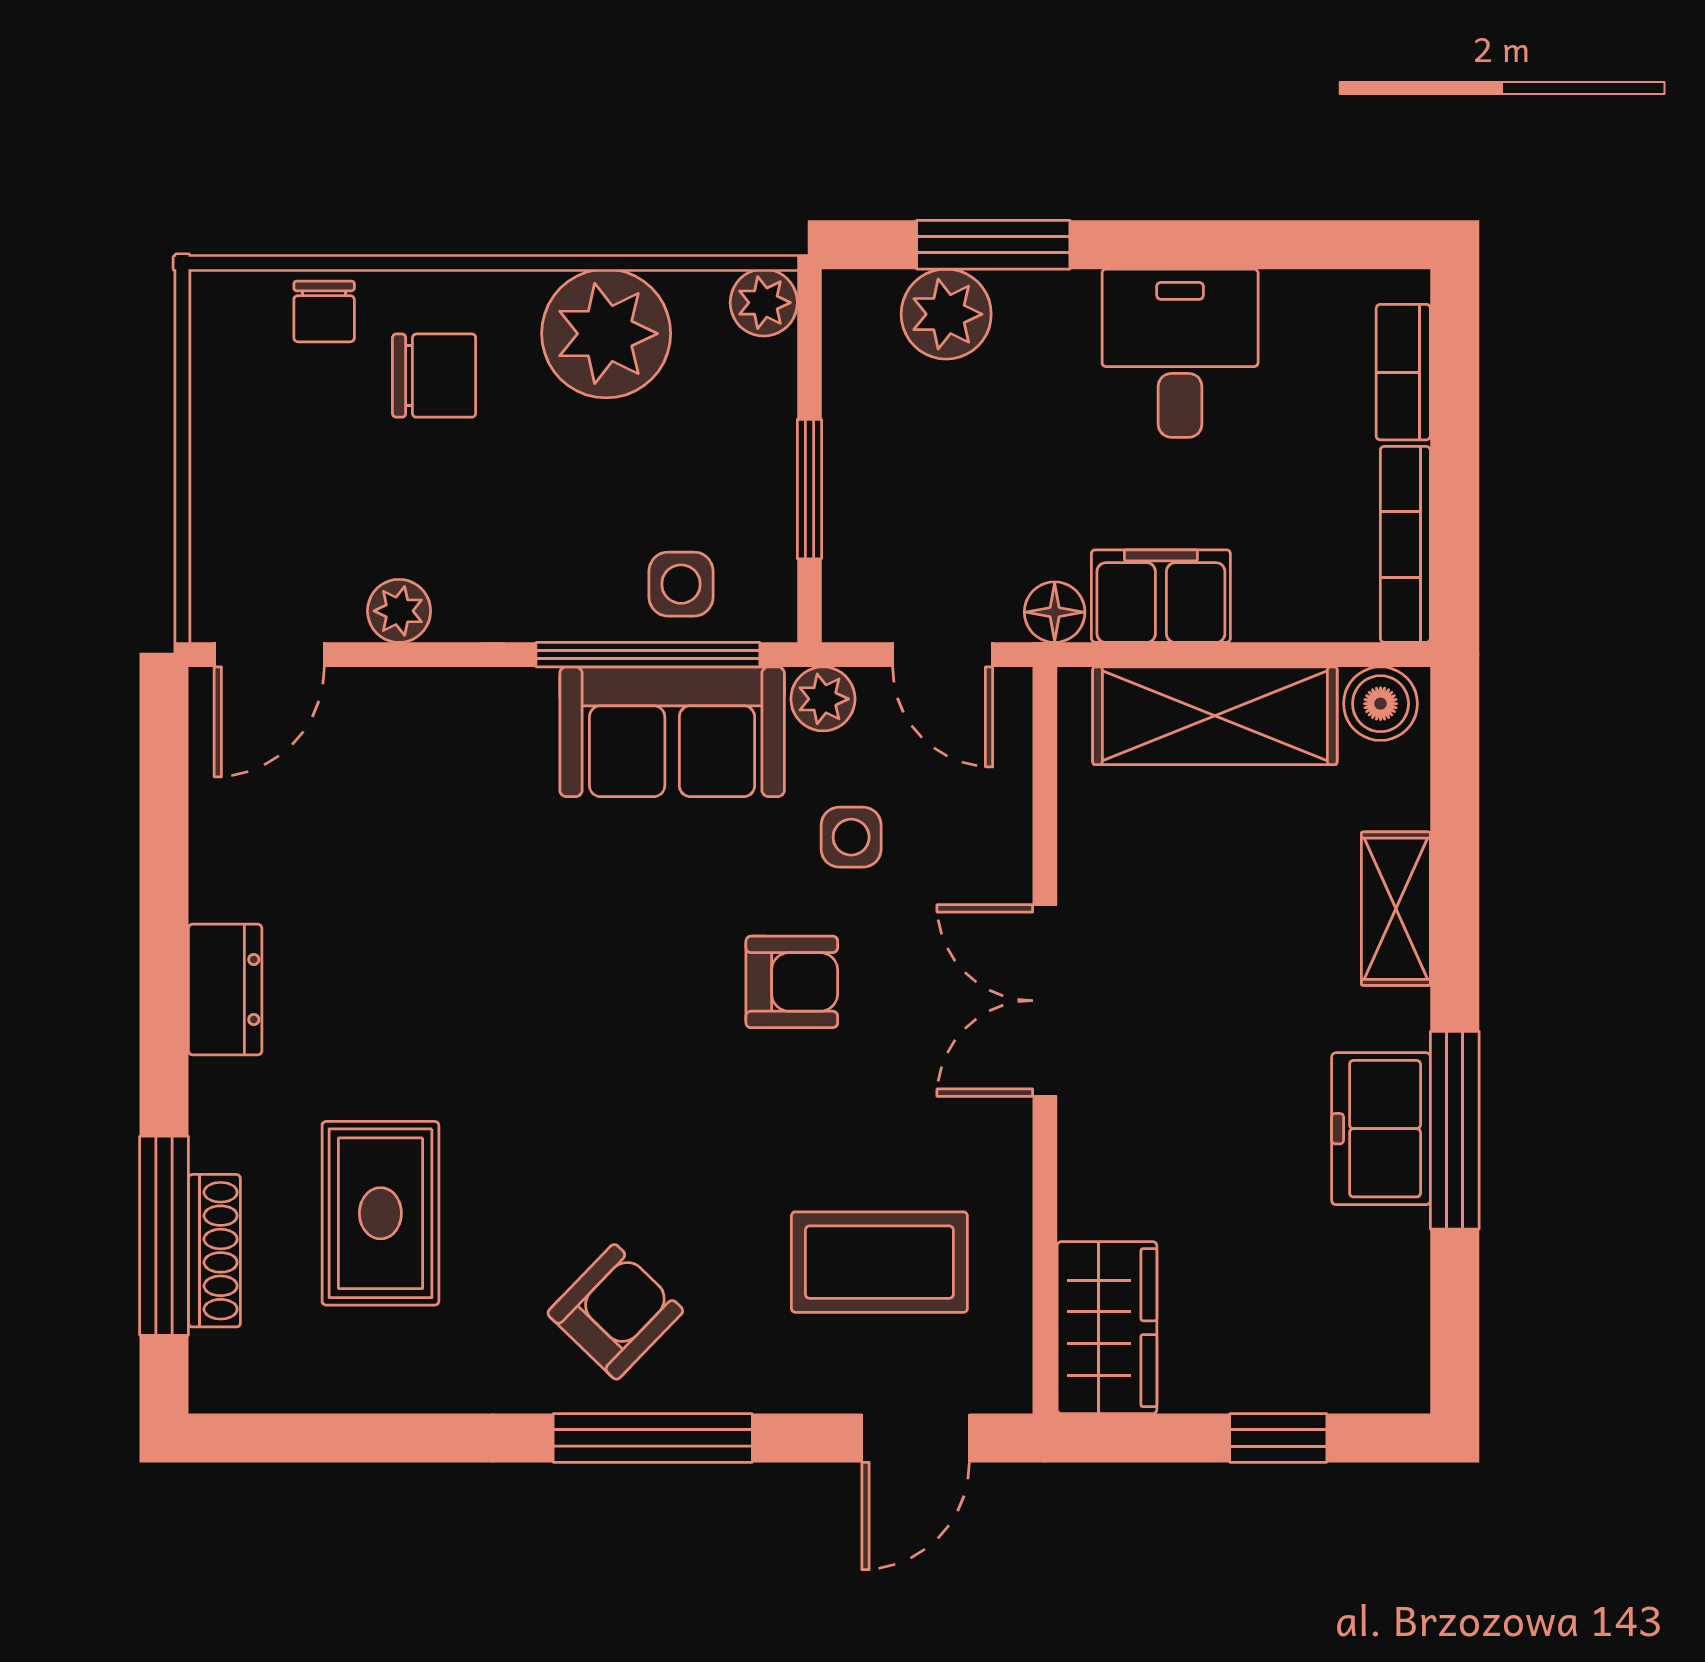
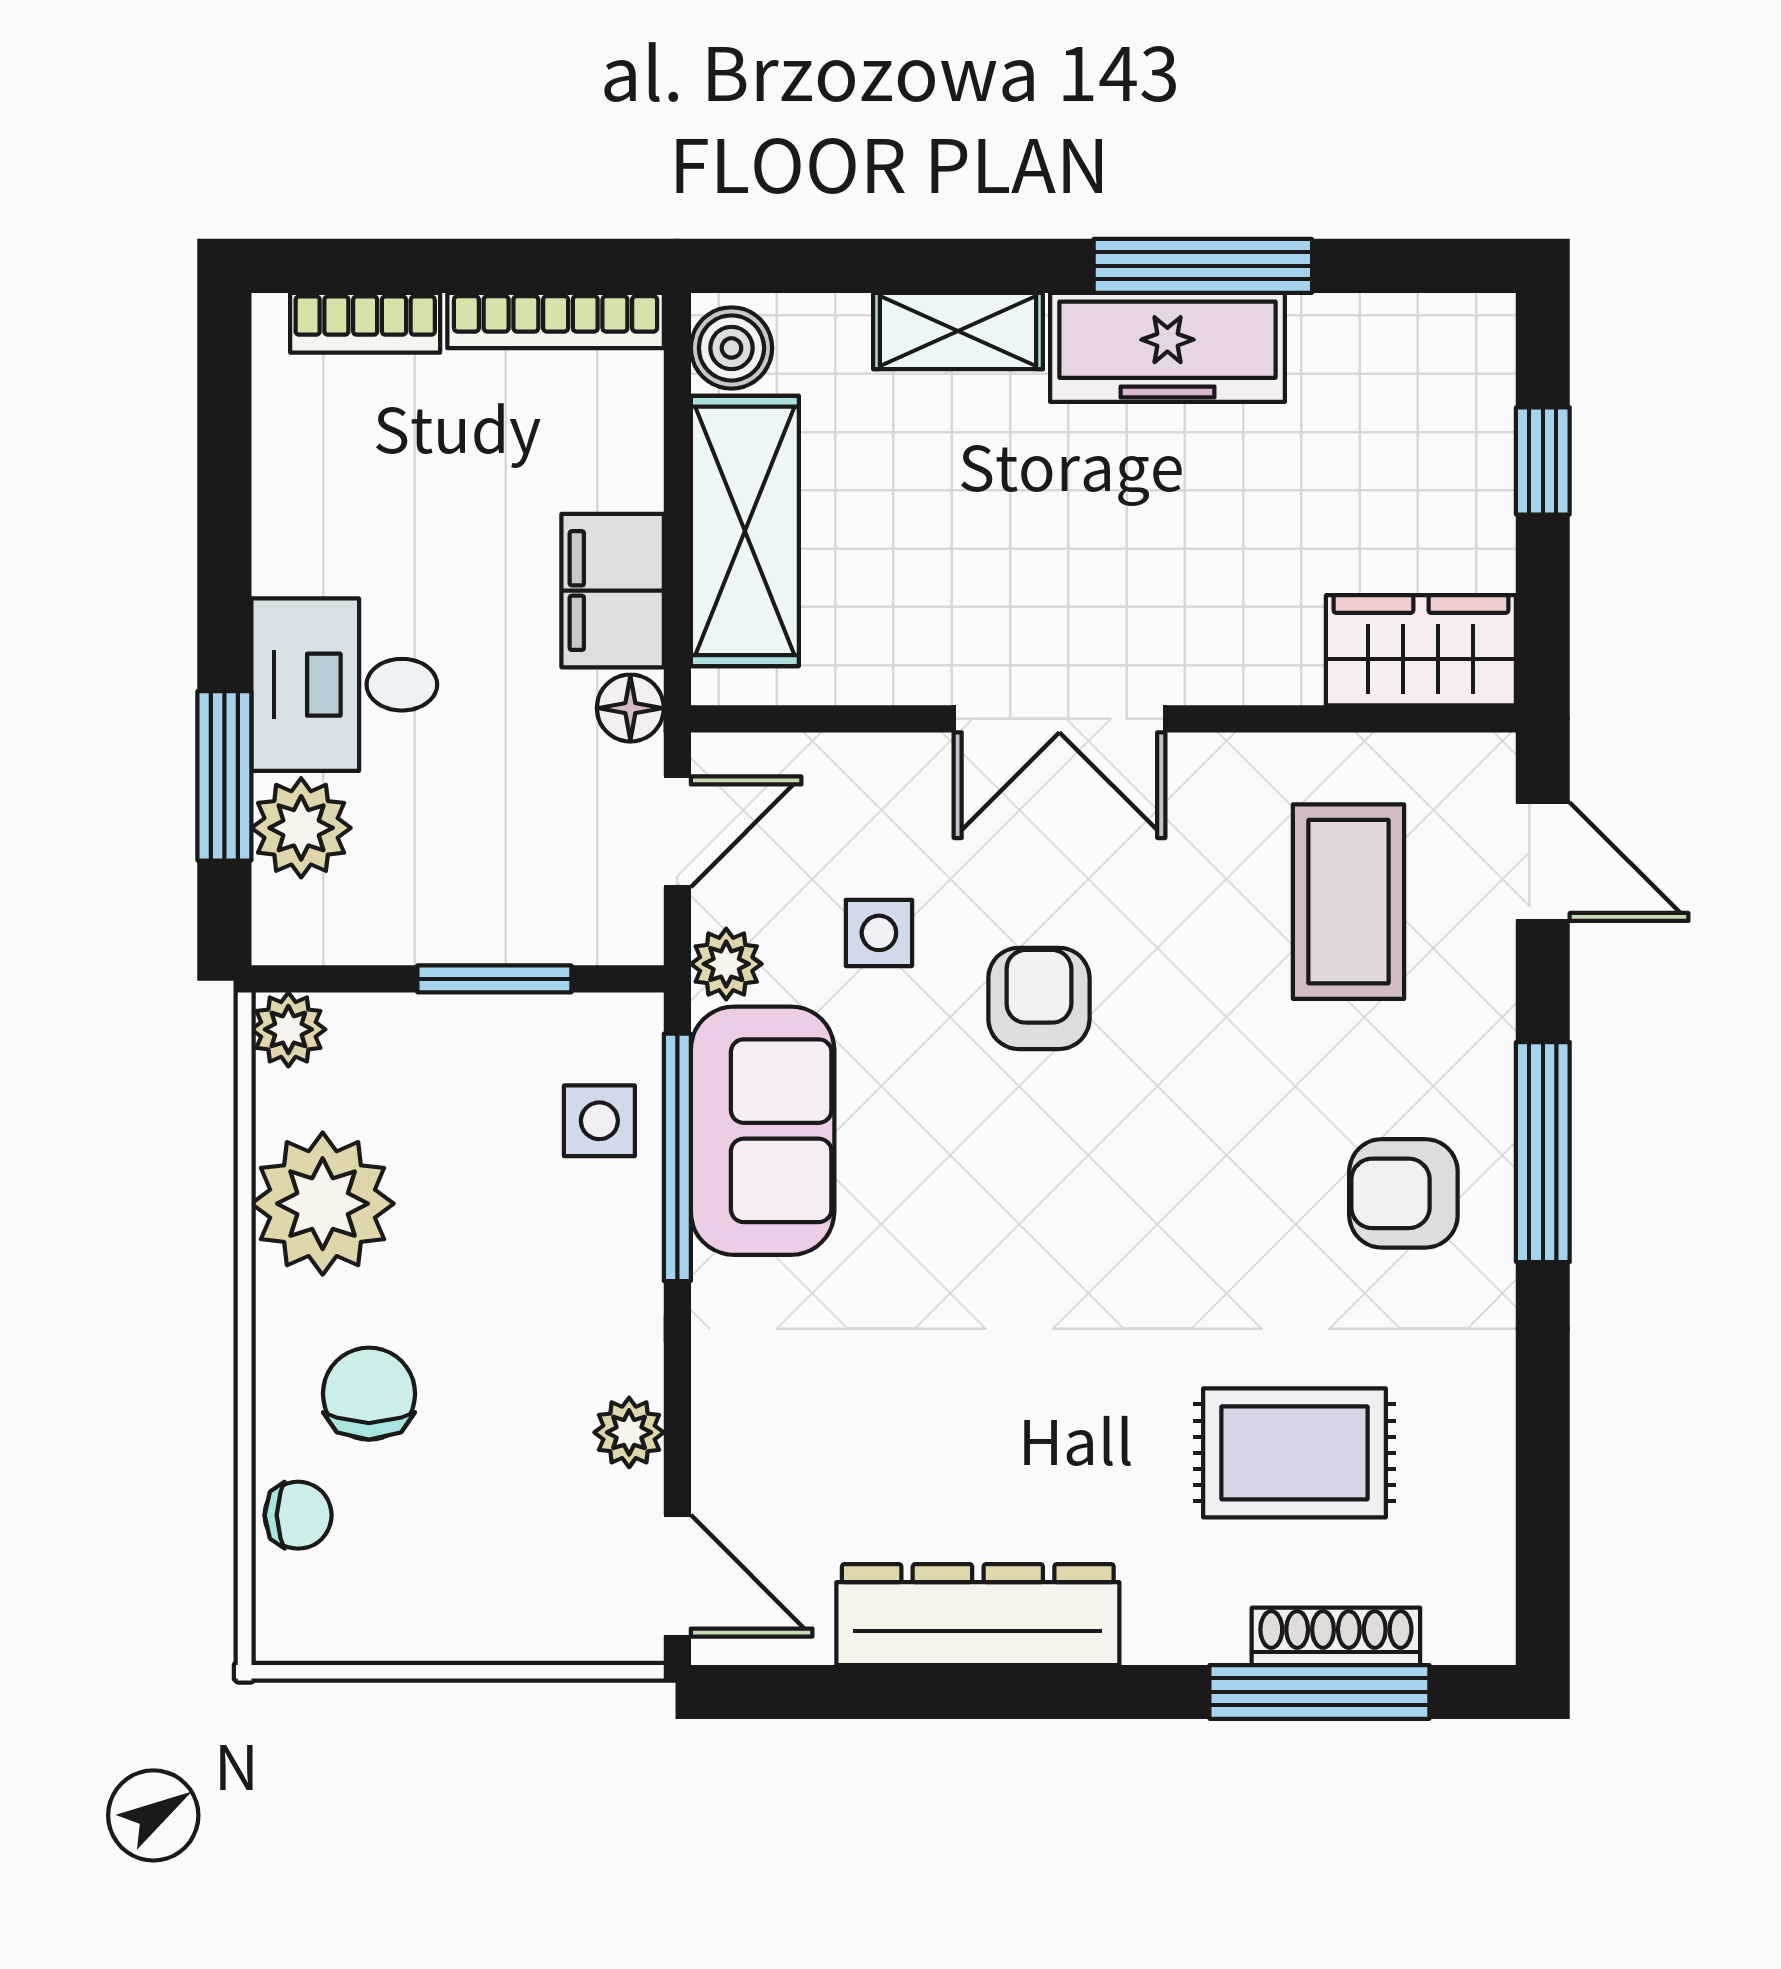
desk: (1180, 353) -> (344, 685), moved
dresser: (225, 989) -> (978, 1615), width x1.96, depth x1.24
freezer: (1381, 1129) -> (1167, 347), width x1.40
armchair: (615, 1312) -> (1403, 1193), turned -44

